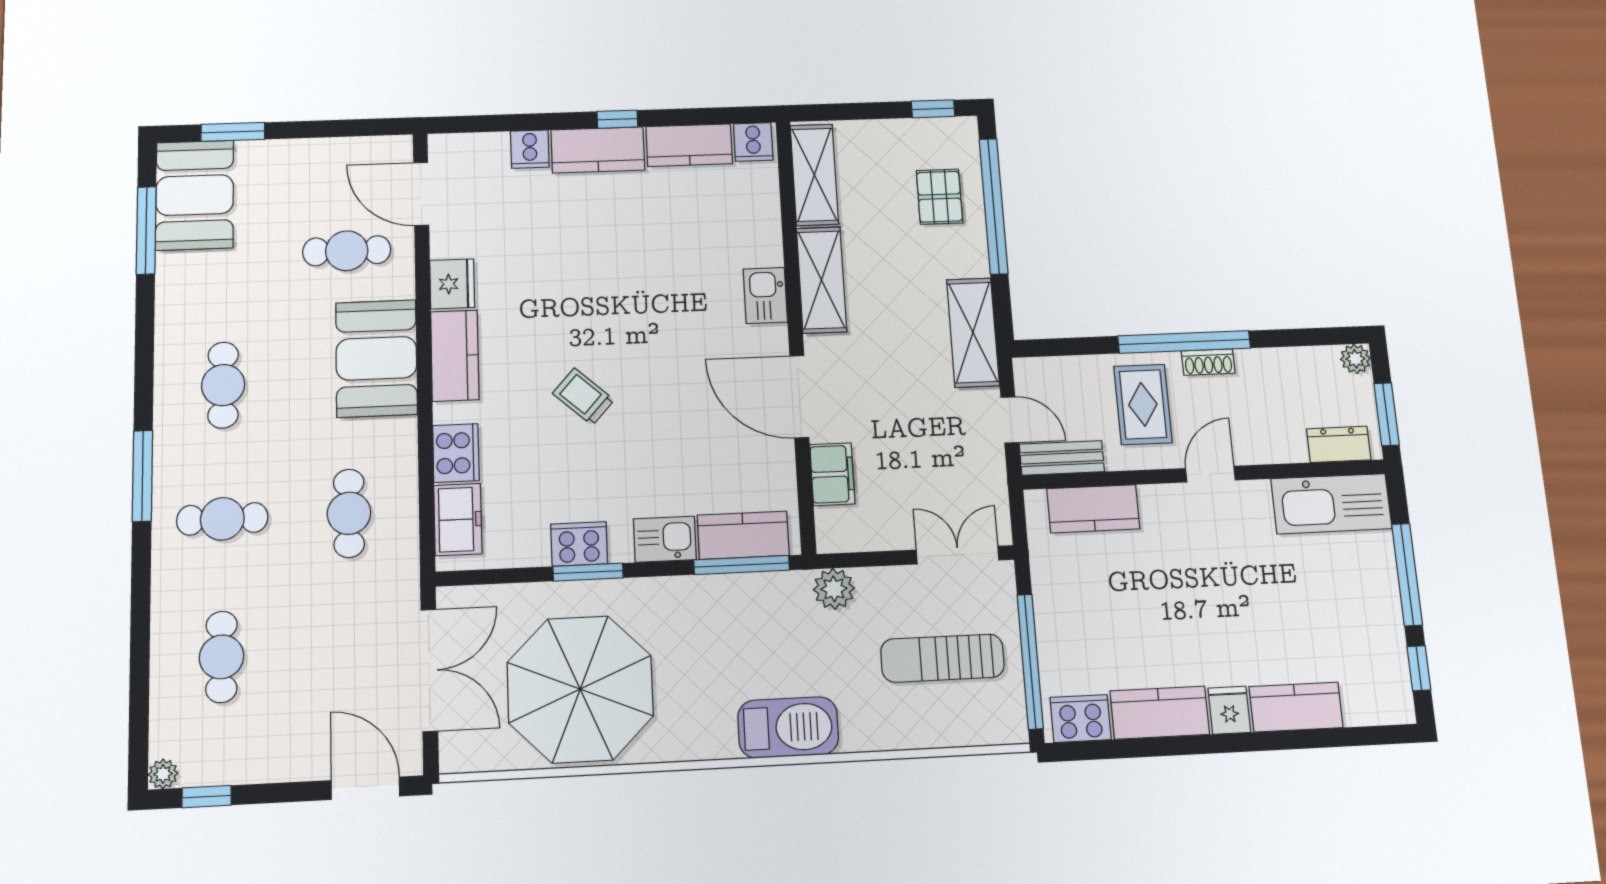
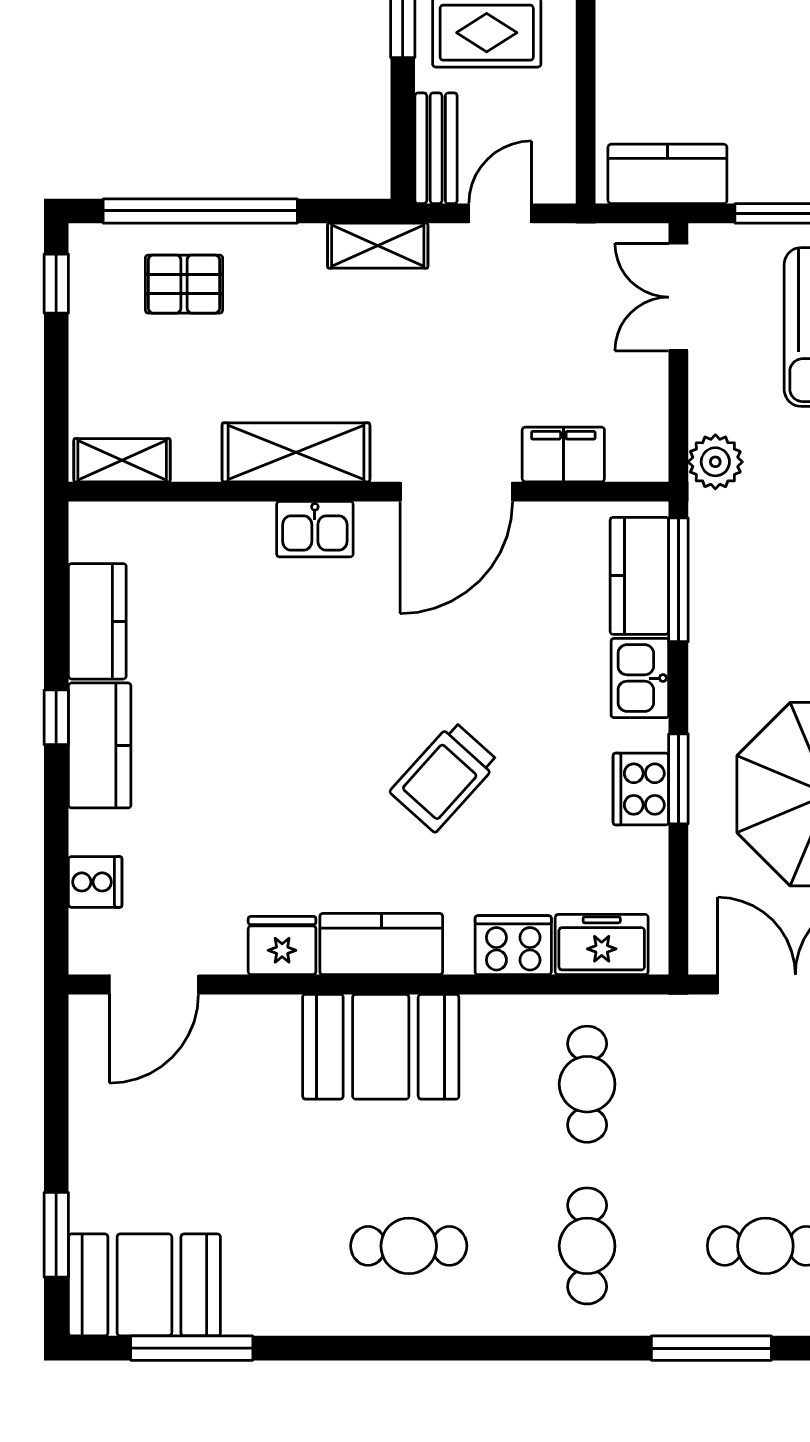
cooker: (753, 142) -> (96, 534), removed
cooker: (530, 149) -> (95, 882), moved
shelving: (814, 175) -> (122, 460), width x0.67, depth x0.75
cafe table: (347, 251) -> (230, 1084), removed
shelving: (973, 333) -> (378, 246), width x0.67, depth x0.75
trolley: (583, 397) -> (444, 777), width x1.36, depth x1.39
bench: (1062, 458) -> (436, 148), moved
window: (142, 476) -> (711, 1348), moved
kitchen counter: (1093, 509) -> (667, 174), moved, turned -90
cafe table: (349, 513) -> (587, 1084), turned 90

